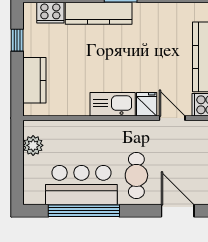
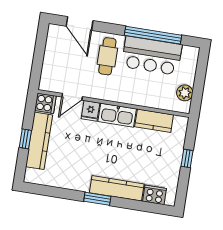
window: (17, 40) -> (187, 158), moved
kitchen counter: (34, 80) -> (154, 121), moved, turned -90
door: (172, 118) -> (72, 97), hinge flipped

